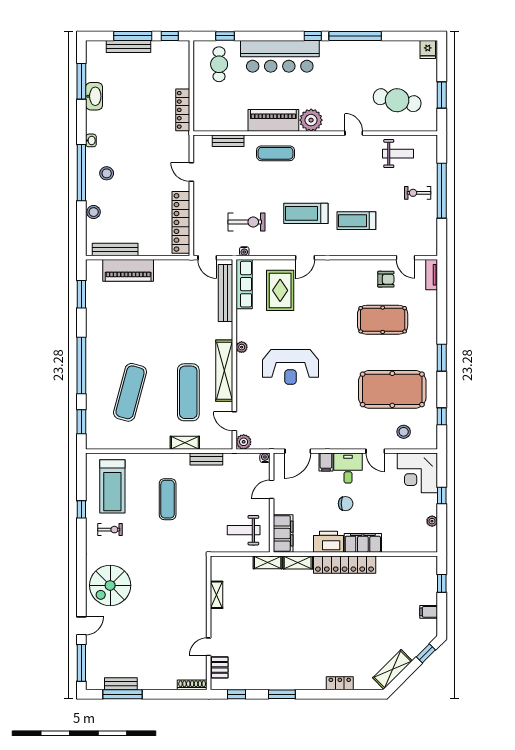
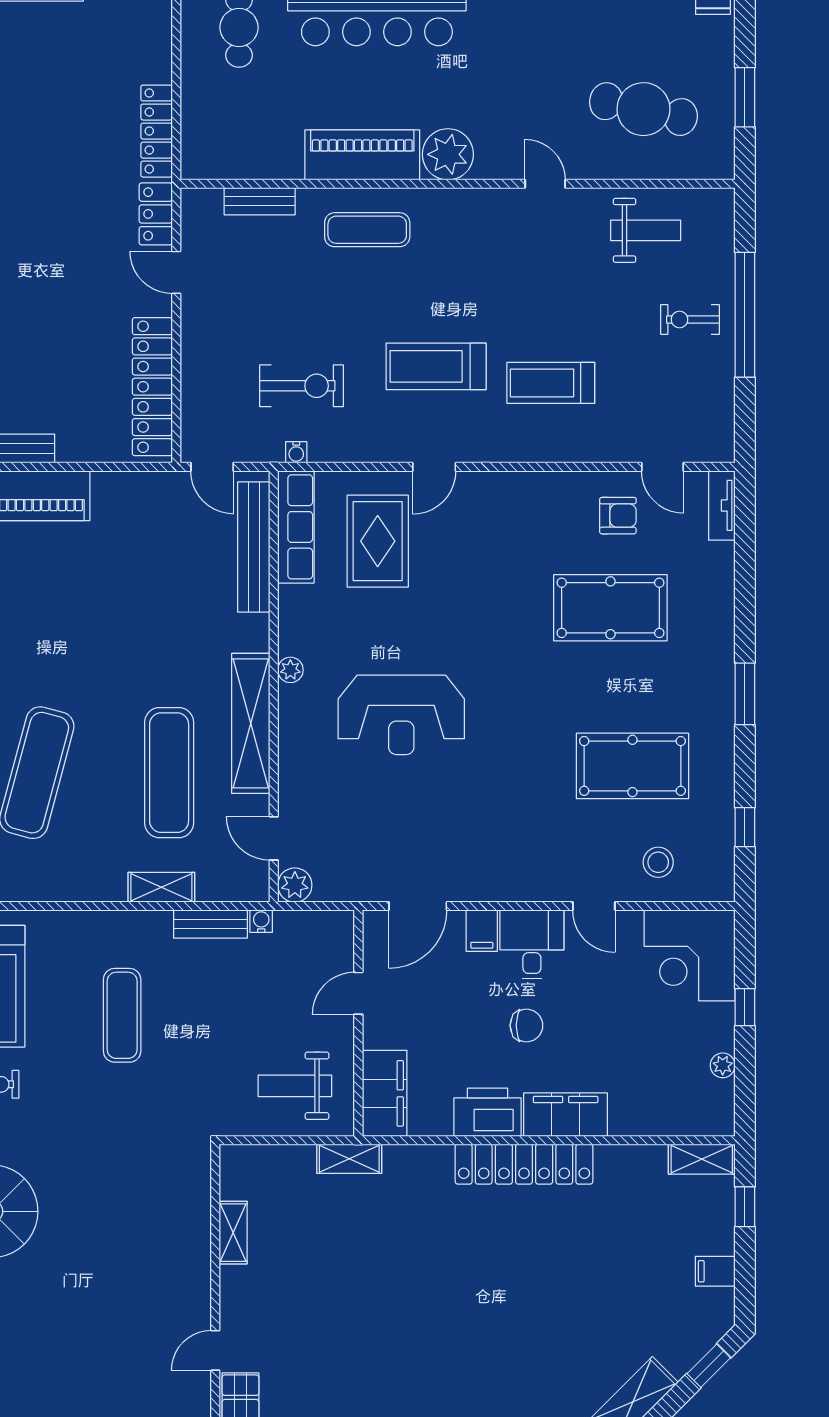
locker: (182, 146) -> (156, 214), added
pool table: (392, 389) -> (632, 766), width x0.73, depth x0.76
water cooler: (265, 458) -> (261, 921), moved
shelving: (298, 563) -> (702, 1159), moved

